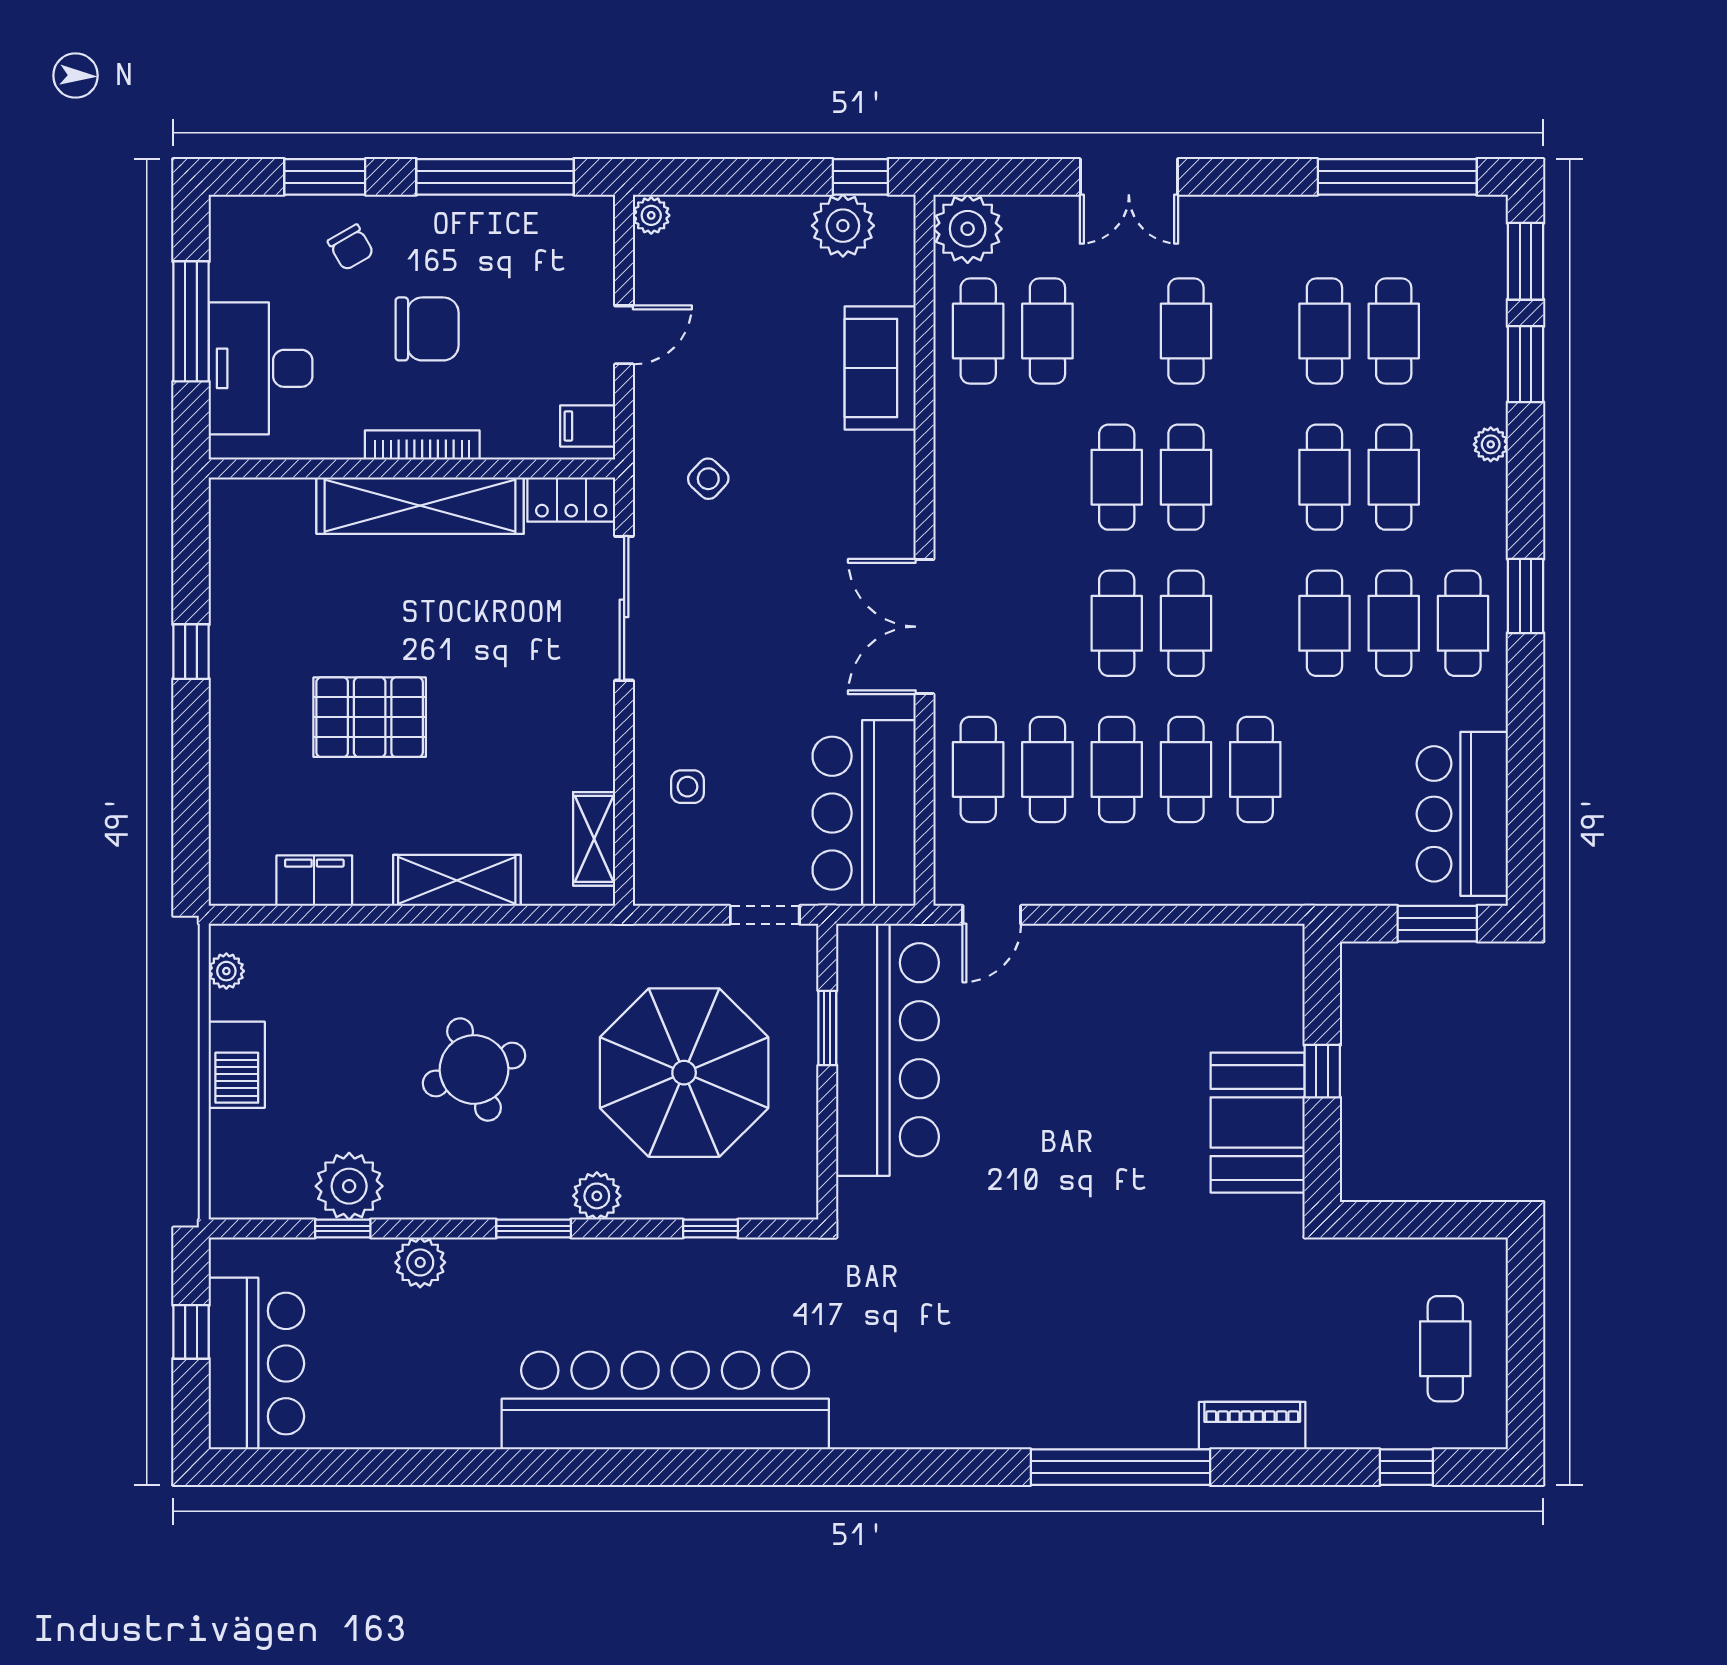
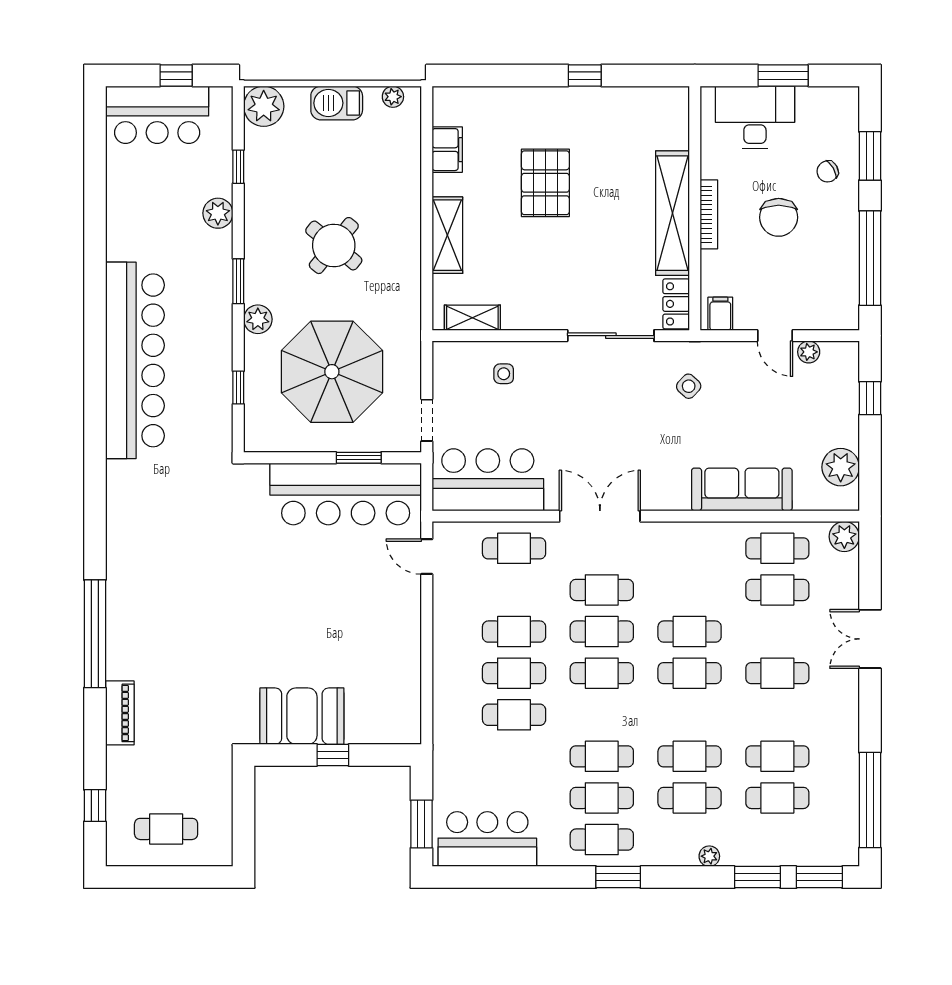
window: (860, 177) -> (870, 398), moved
plant: (651, 215) -> (809, 352), moved
plant: (968, 229) -> (844, 537), width x0.73, depth x0.73
window: (191, 321) -> (783, 75), width x0.69
sofa: (880, 368) -> (742, 489), width x1.36
cafe table: (1047, 769) -> (602, 590), moved
round table: (474, 1069) -> (334, 246), turned -31
plant: (349, 1186) -> (264, 106), moved

